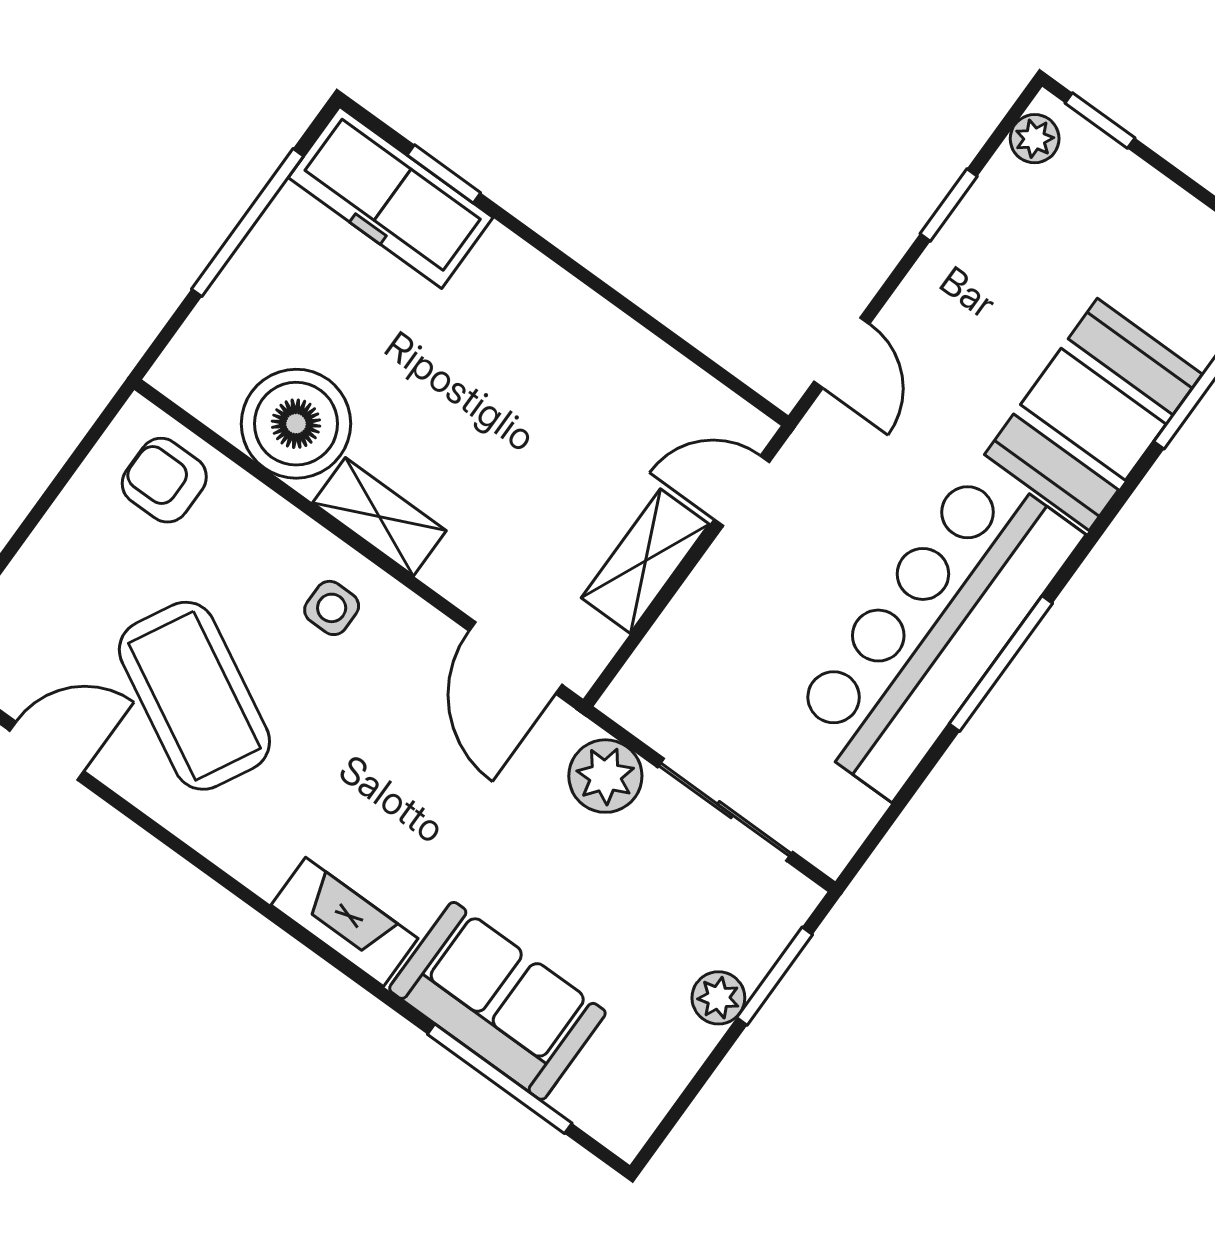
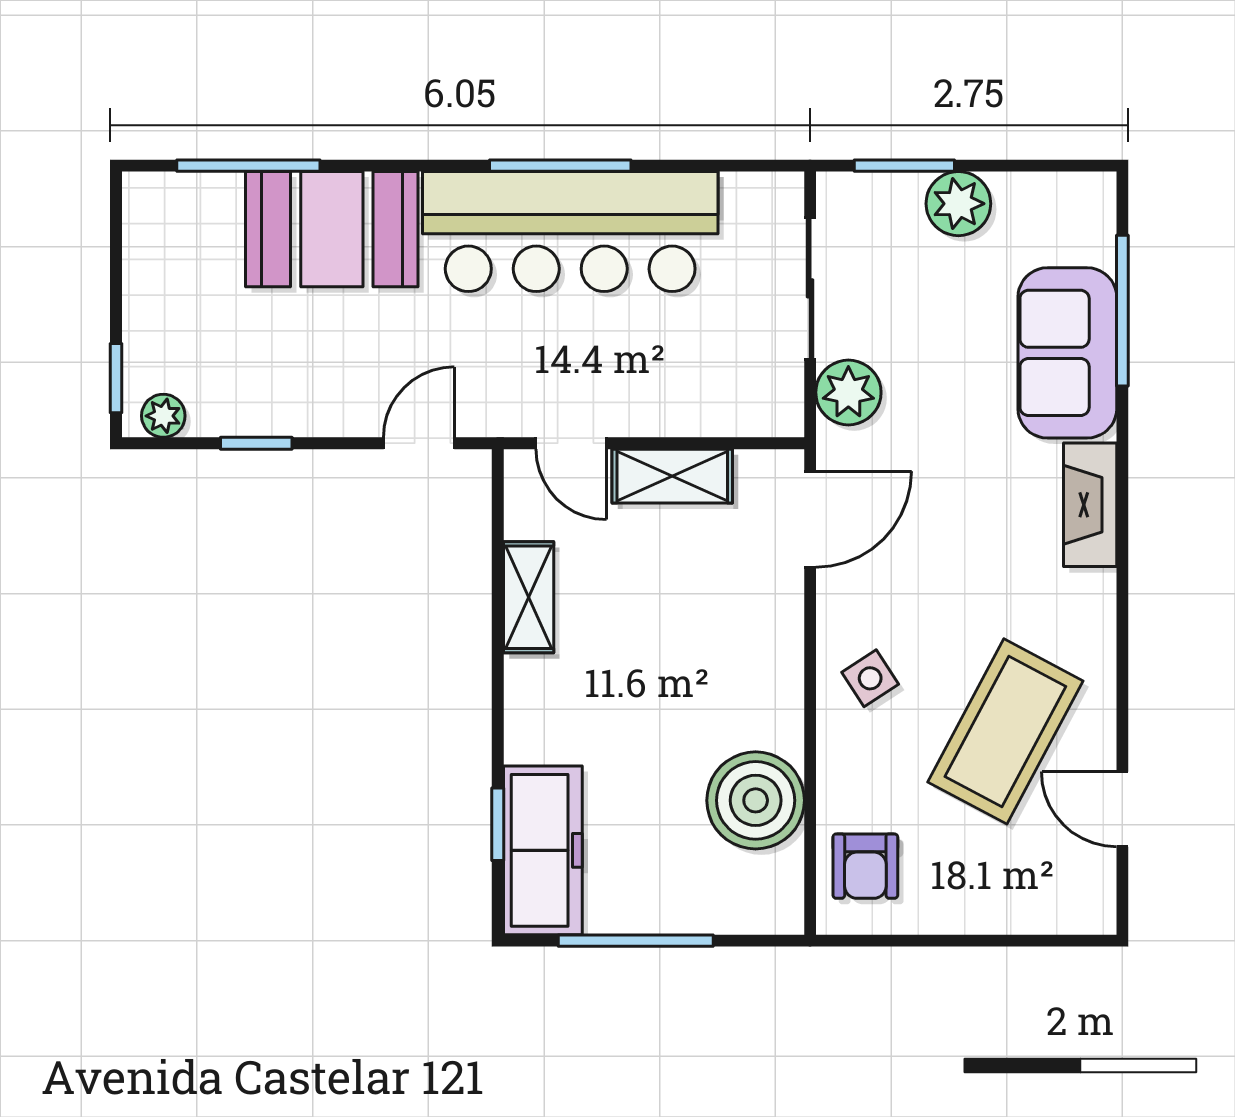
shelving: (379, 517) -> (529, 597), moved
side table: (332, 608) -> (870, 678), turned -33
plant: (718, 998) -> (958, 204), width x1.38, depth x1.38

